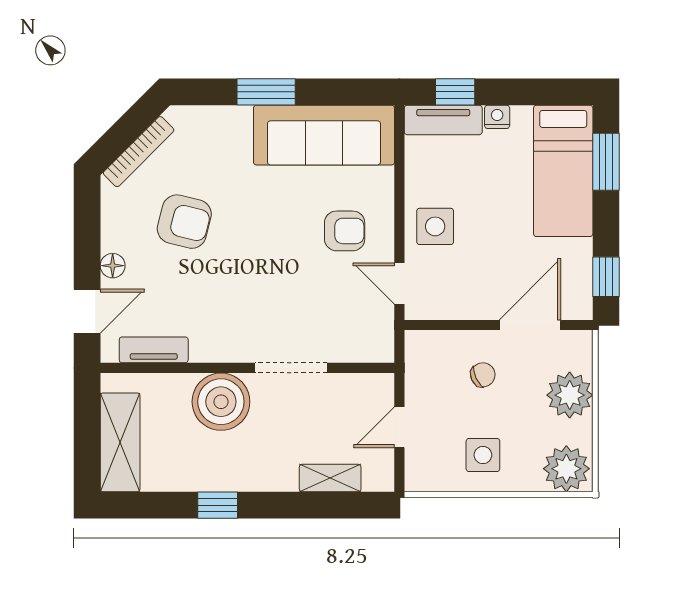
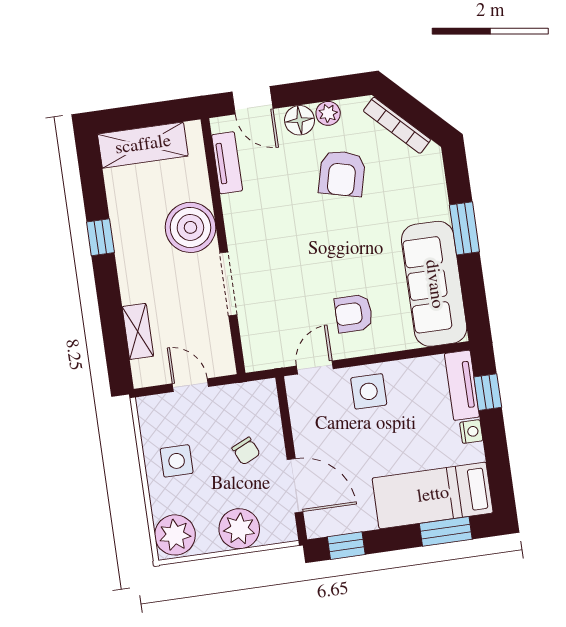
plant: (114, 228) -> (328, 113), added
armchair: (345, 231) -> (354, 313), turned 90
floor lamp: (113, 266) -> (300, 120), width x1.37, depth x1.37

